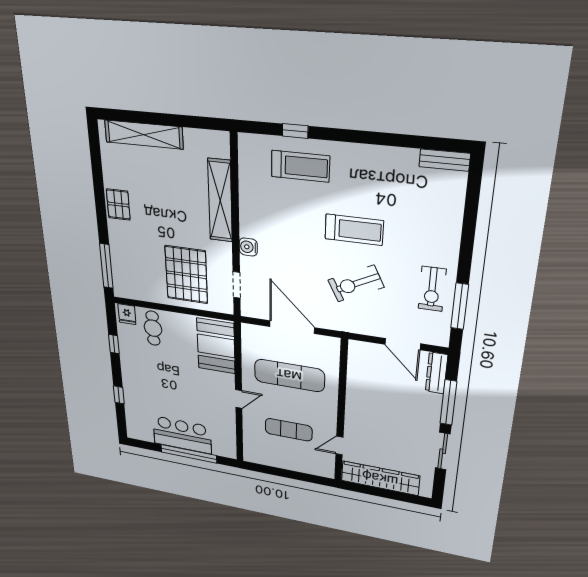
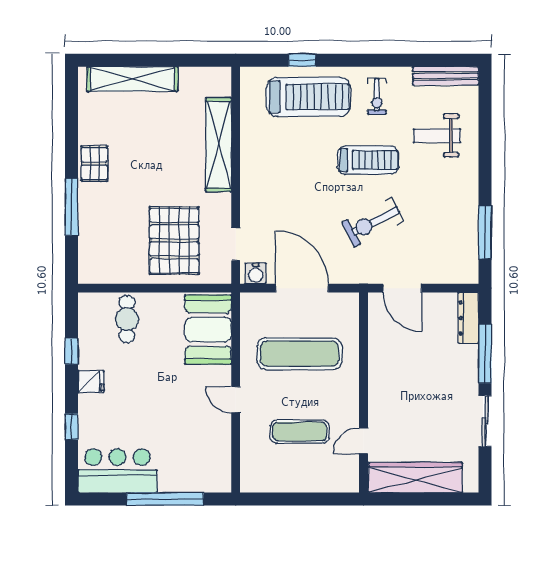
bench: (445, 160) -> (446, 76), width x1.36
treadmill: (300, 166) -> (308, 97), width x1.37, depth x1.38
weight bench: (422, 215) -> (437, 136), added
water cooler: (248, 247) -> (256, 273), moved, turned -90
window: (106, 266) -> (72, 207), moved
exercise bike: (432, 289) -> (377, 96), moved, width x0.73, depth x0.72
fridge: (127, 314) -> (91, 382), moved, turned -90
door: (403, 344) -> (402, 288), moved
door: (239, 399) -> (236, 400), swing flipped
bar counter: (182, 435) -> (117, 471), moved

